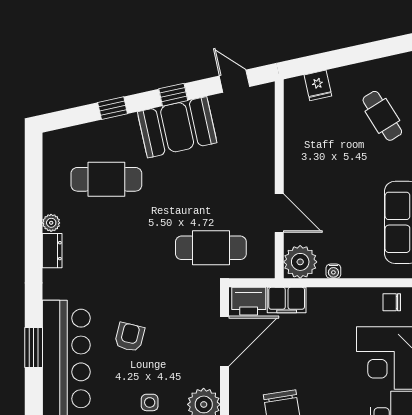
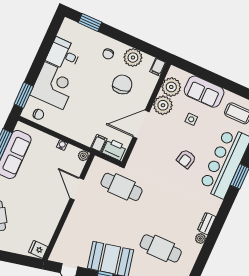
fridge: (318, 85) -> (38, 249), moved, turned -78
plant: (300, 262) -> (83, 156), width x0.53, depth x0.53
filing cabinet: (287, 300) -> (99, 143), width x0.50
door: (224, 341) -> (141, 124), moved

